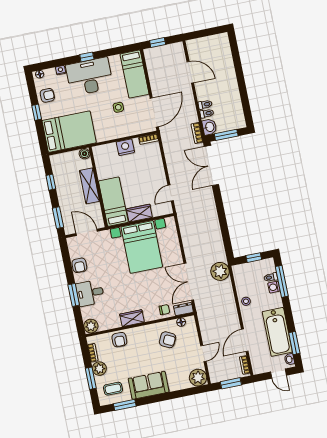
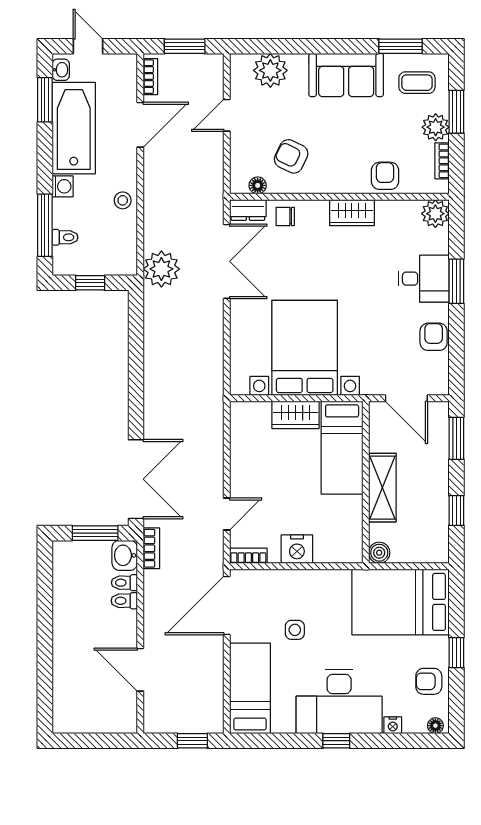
door: (171, 193) -> (227, 514), moved
washing machine: (274, 287) -> (63, 186), moved
plant: (198, 378) -> (270, 70), moved

